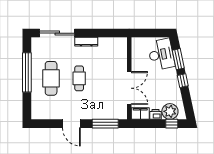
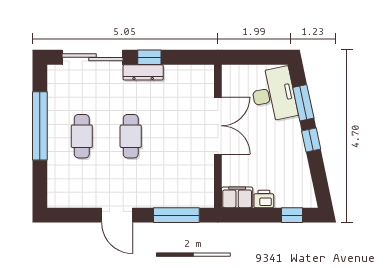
window: (90, 33) -> (149, 57), added
cafe table: (51, 78) -> (82, 136), width x0.73, depth x0.74
double door: (129, 88) -> (218, 126), moved
plant: (170, 111) -> (289, 194), removed

